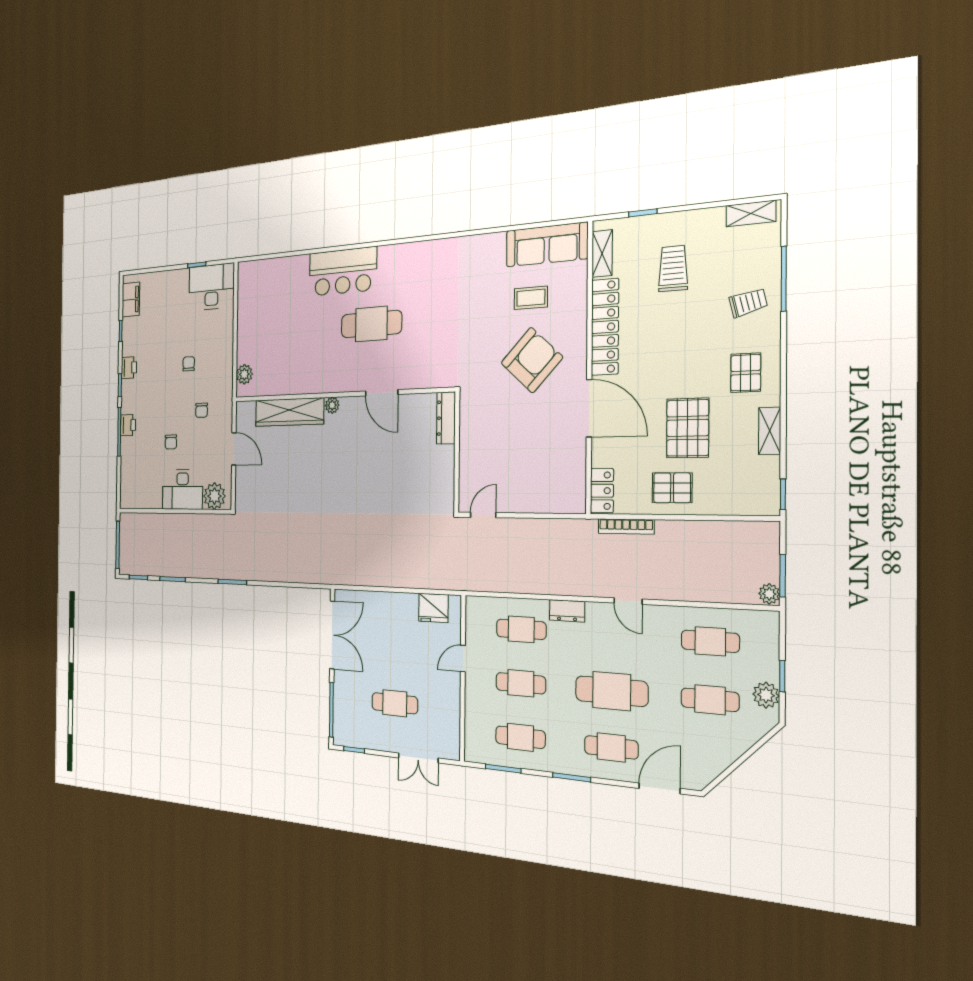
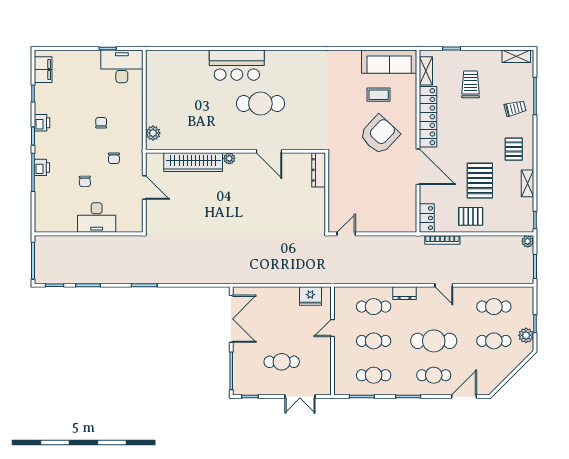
plant: (214, 496) -> (127, 222), removed
plant: (769, 594) -> (528, 241), moved

